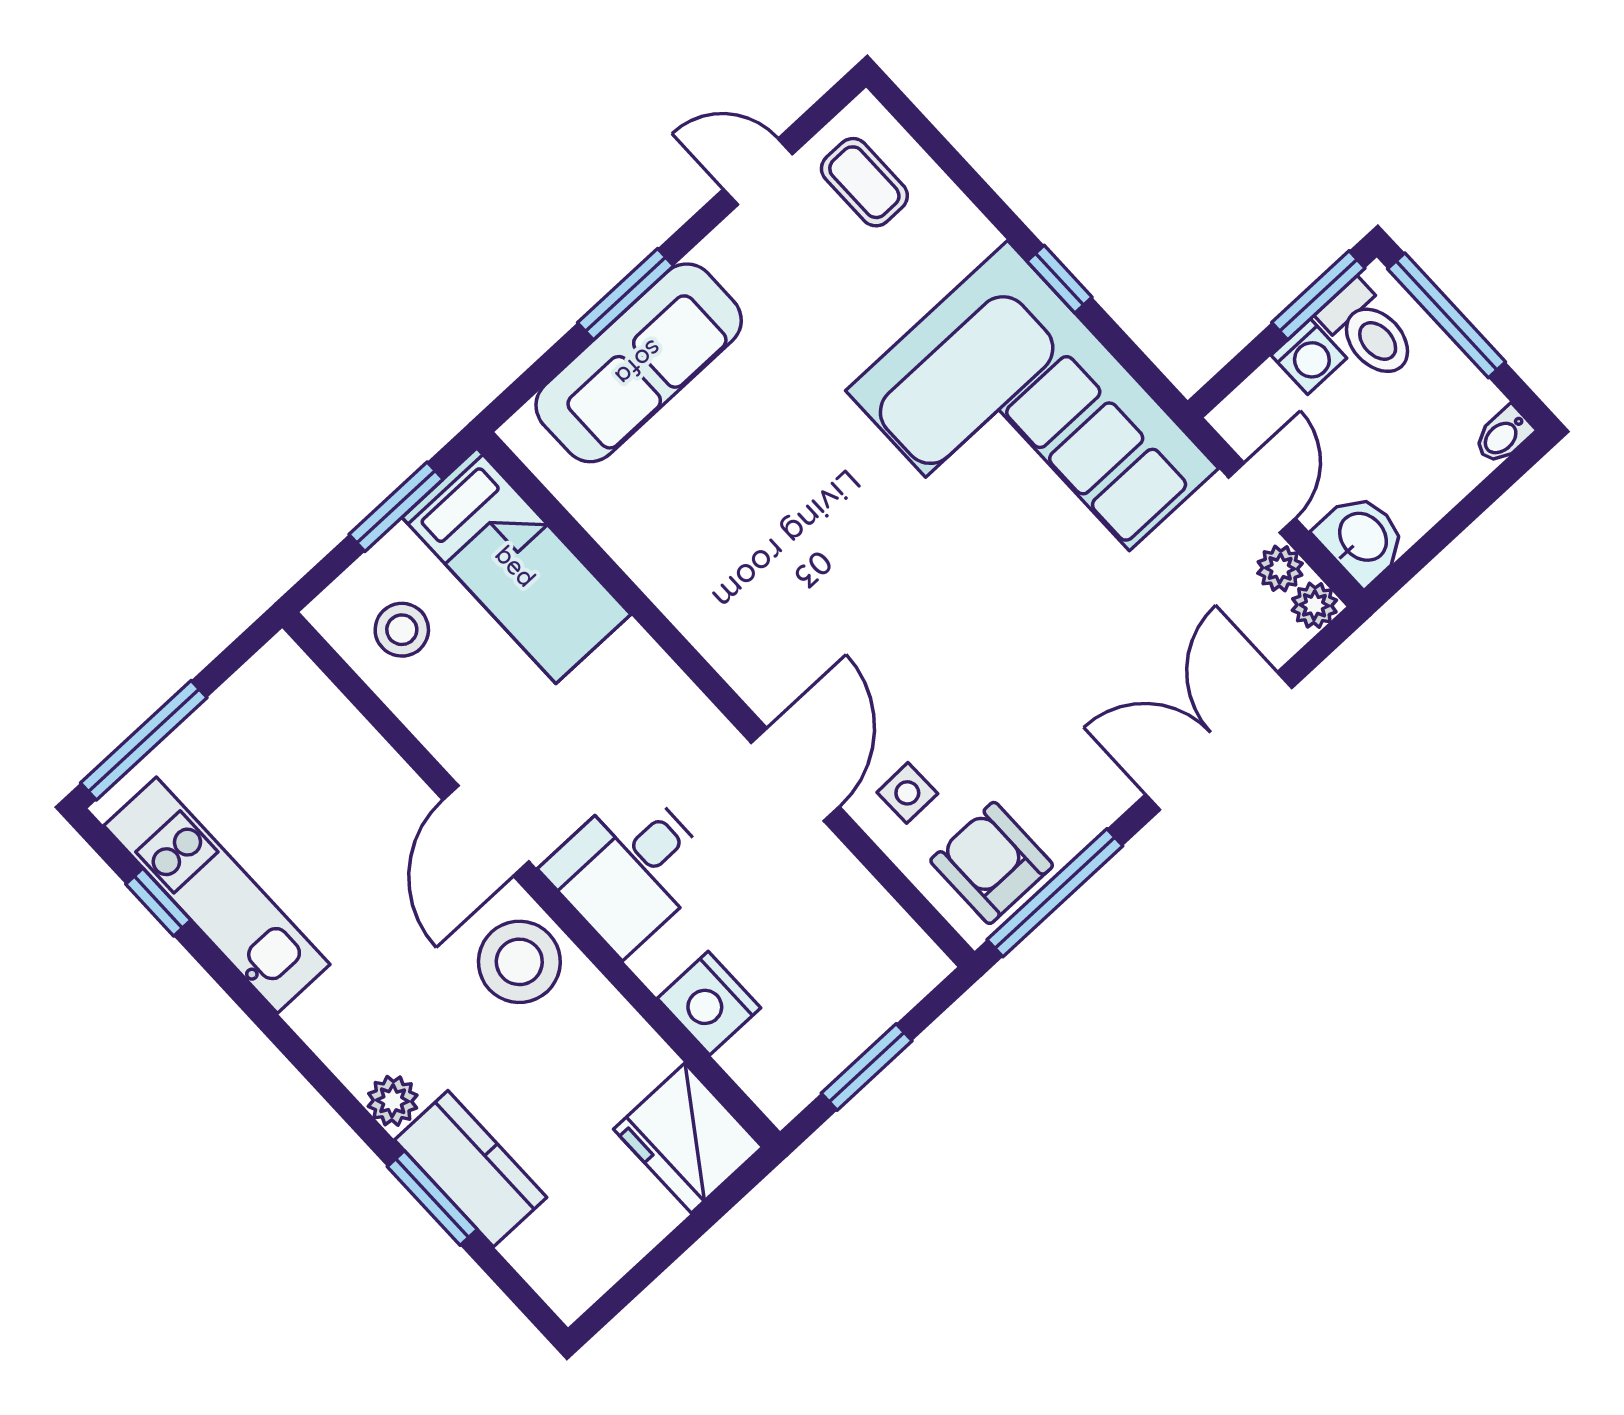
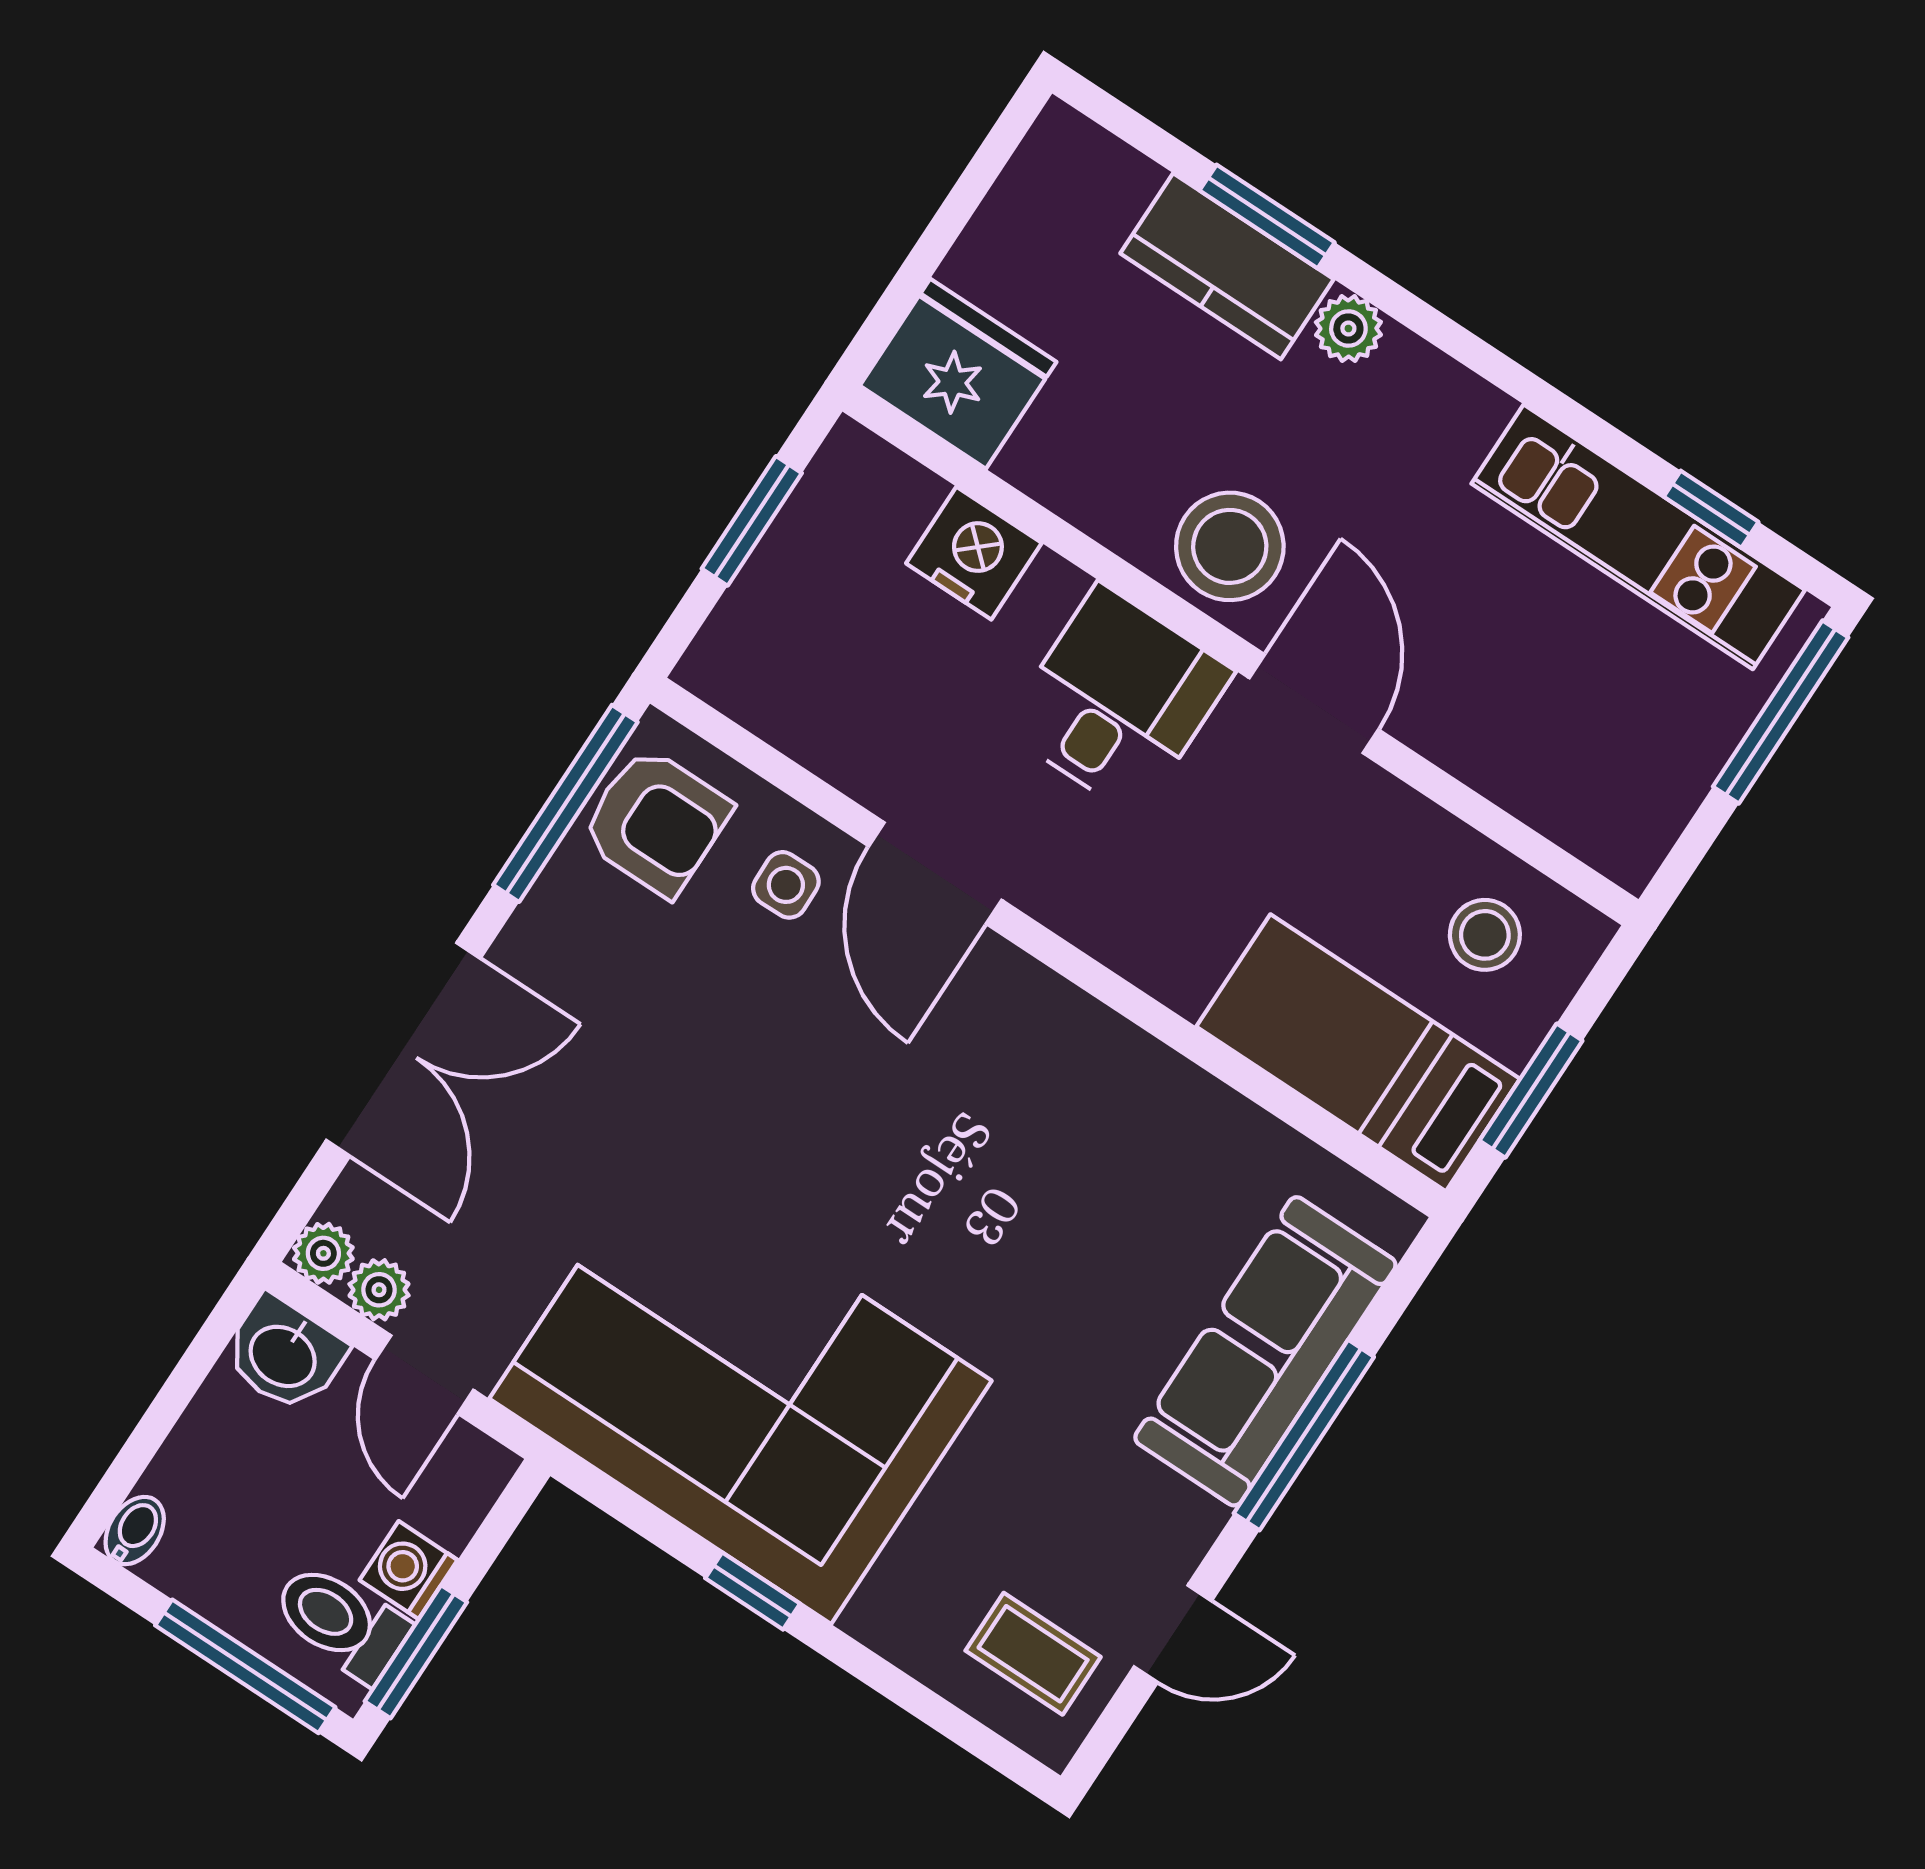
window: (626, 294) -> (1304, 1435), width x1.44

